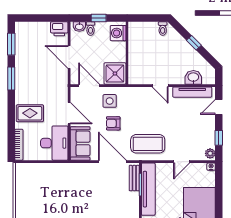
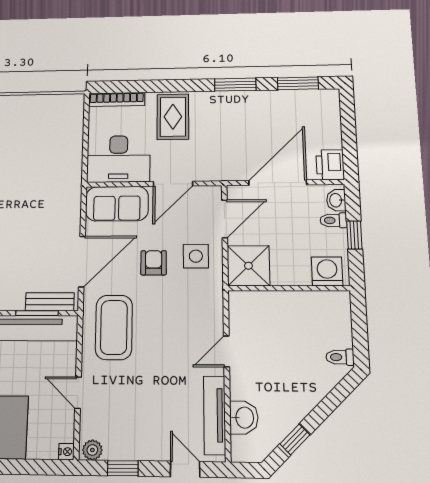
window: (194, 43) -> (295, 439), moved
door: (69, 57) -> (278, 183), width x1.36

